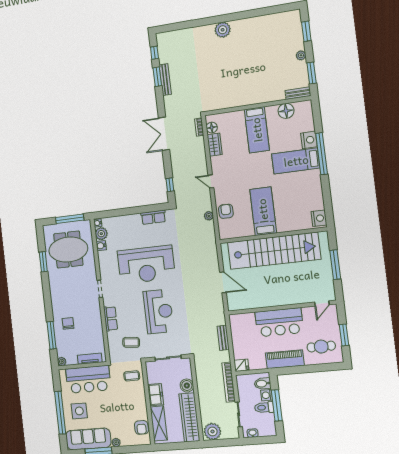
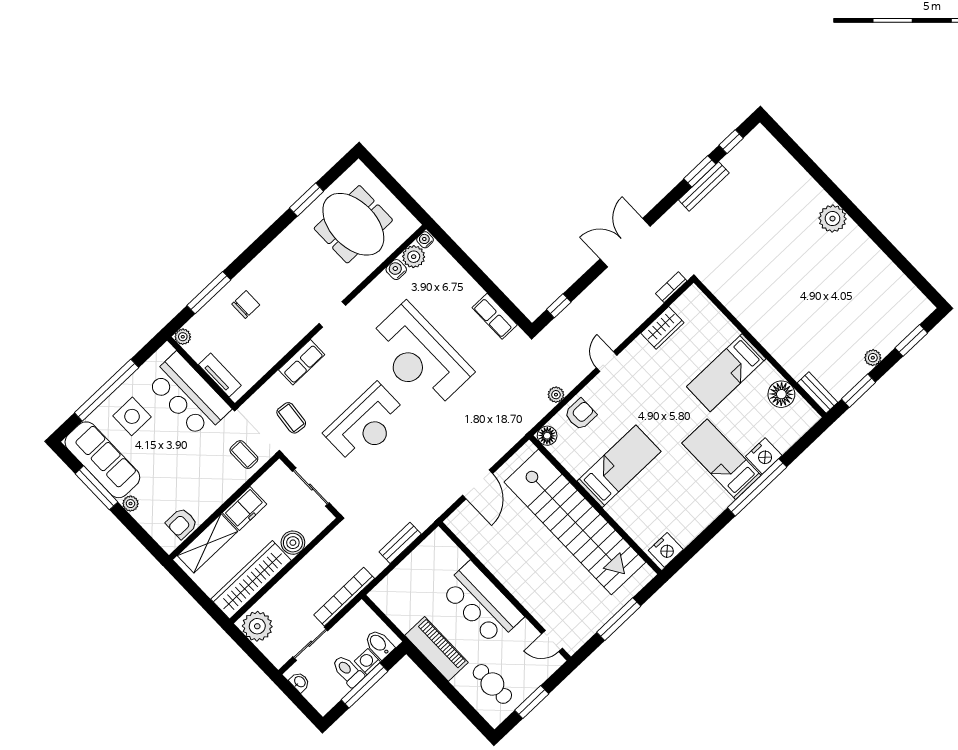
floor lamp: (212, 128) -> (547, 436), moved
window: (70, 219) -> (400, 193), removed
fridge: (241, 365) -> (382, 596), removed

